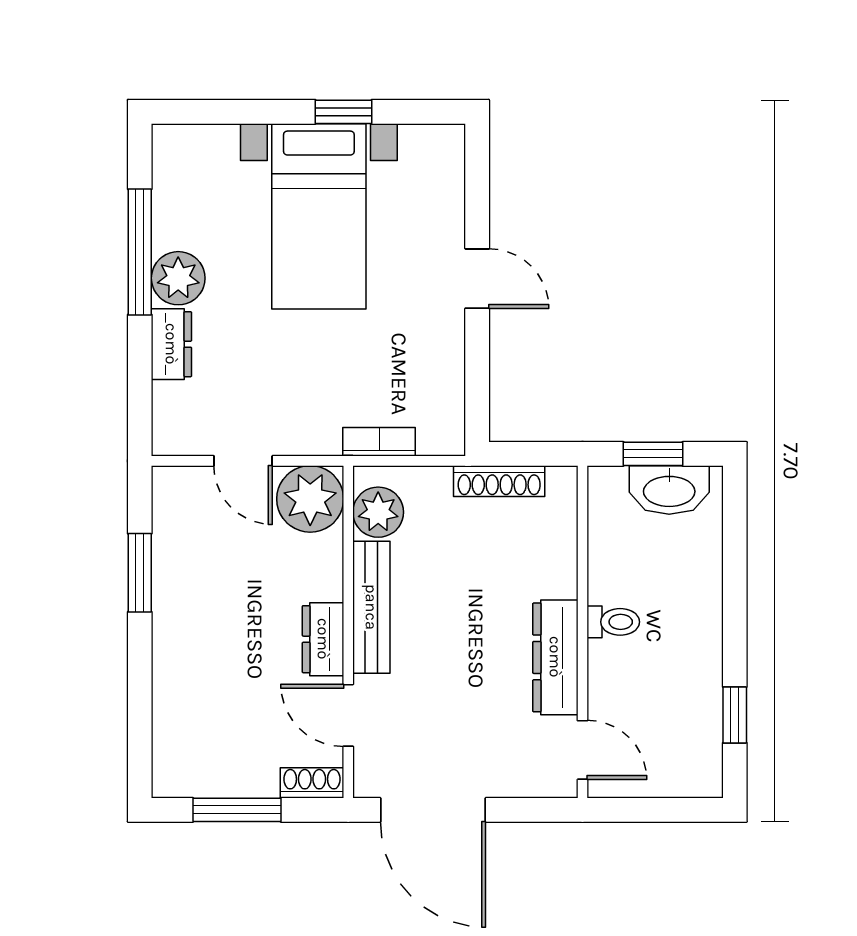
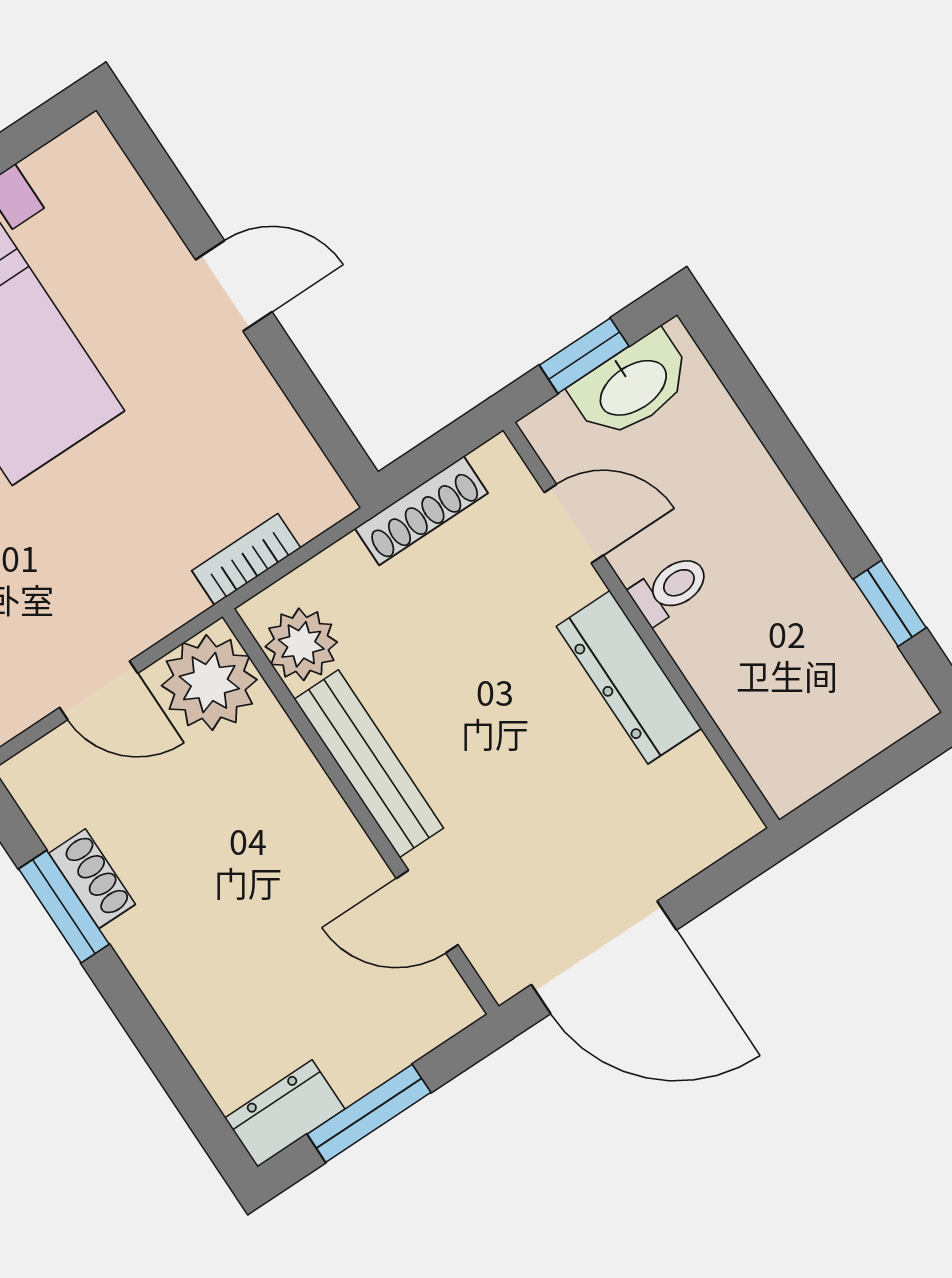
dresser: (323, 639) -> (285, 1113), moved, turned 90
door: (583, 750) -> (574, 524), moved
shoe rack: (312, 783) -> (92, 879), moved, turned 90

